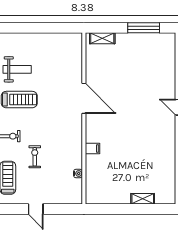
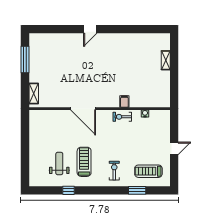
door: (84, 98) -> (83, 109), swing flipped
exercise bike: (35, 157) -> (122, 117), moved

